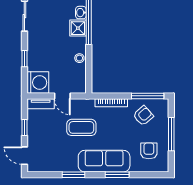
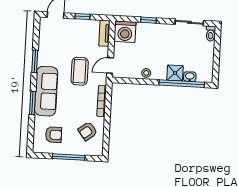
door: (62, 96) -> (110, 66), moved
window: (148, 96) -> (106, 136), removed
armchair: (143, 116) -> (88, 131), turned 94

